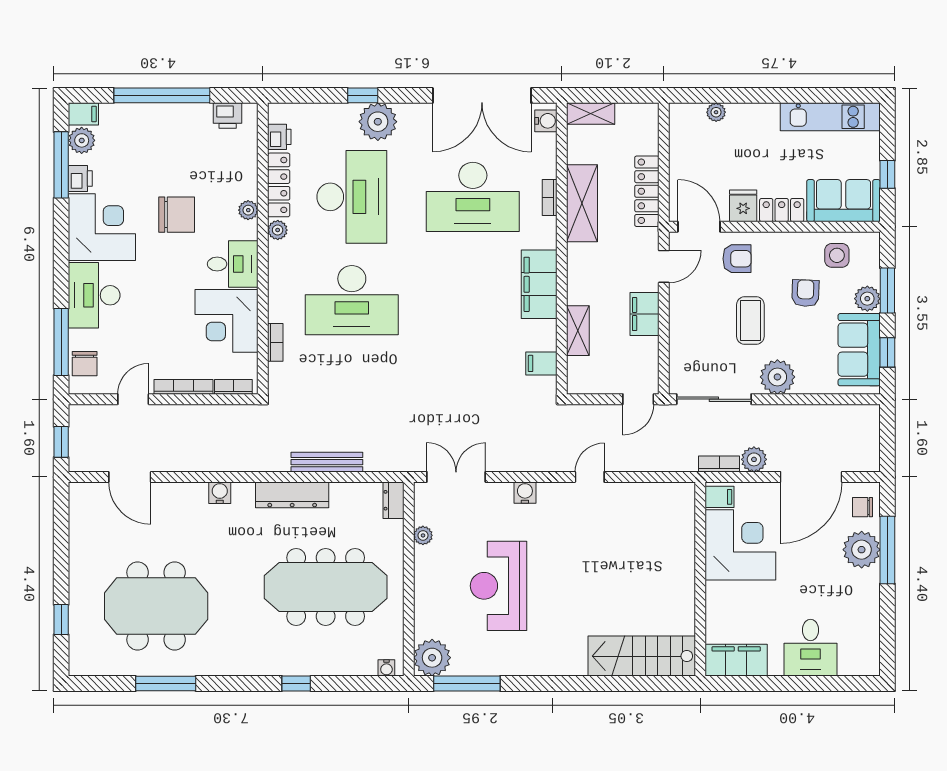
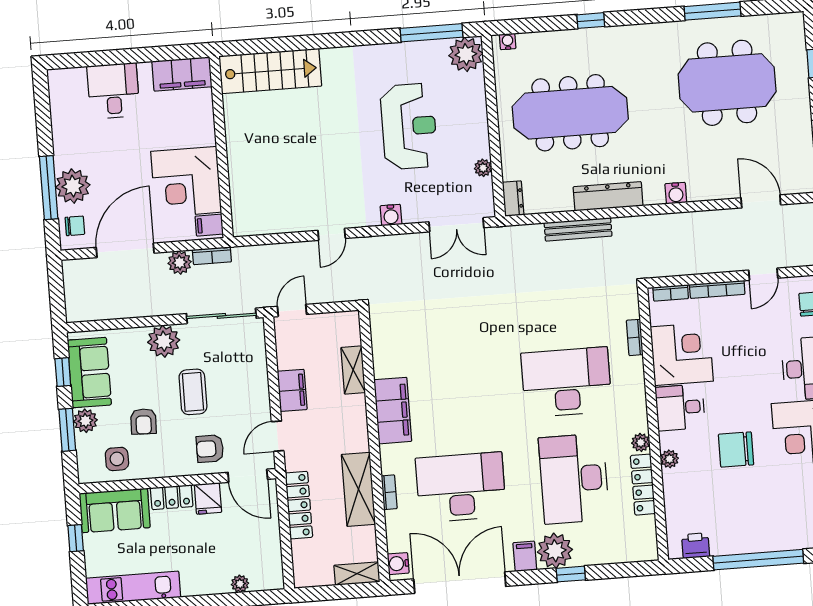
printer: (279, 137) -> (646, 529), removed
filing cabinet: (541, 363) -> (525, 556), moved, turned -90

